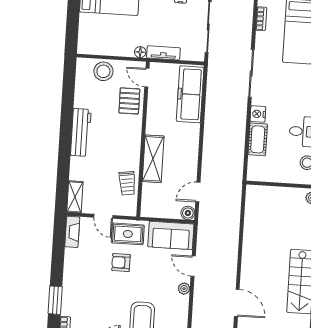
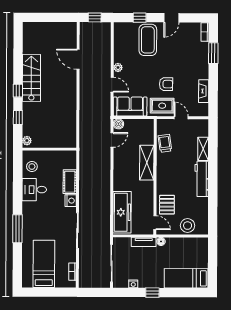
shelving: (75, 197) -> (203, 149), moved
fireplace: (72, 232) -> (204, 91), moved

